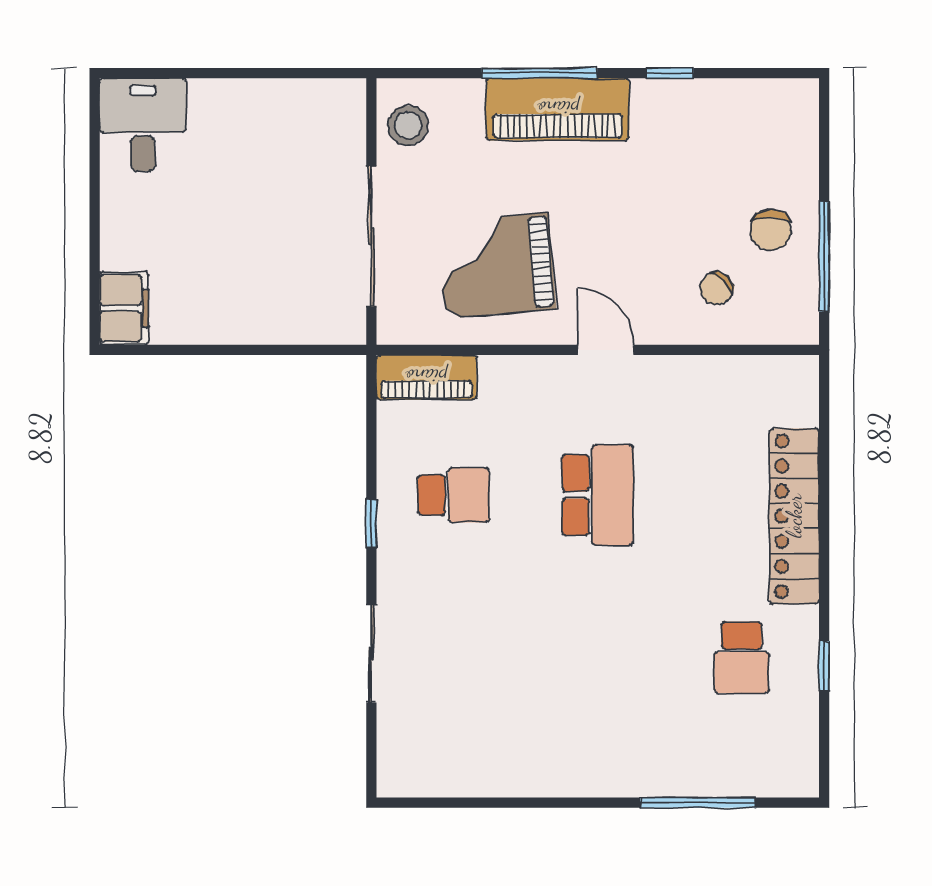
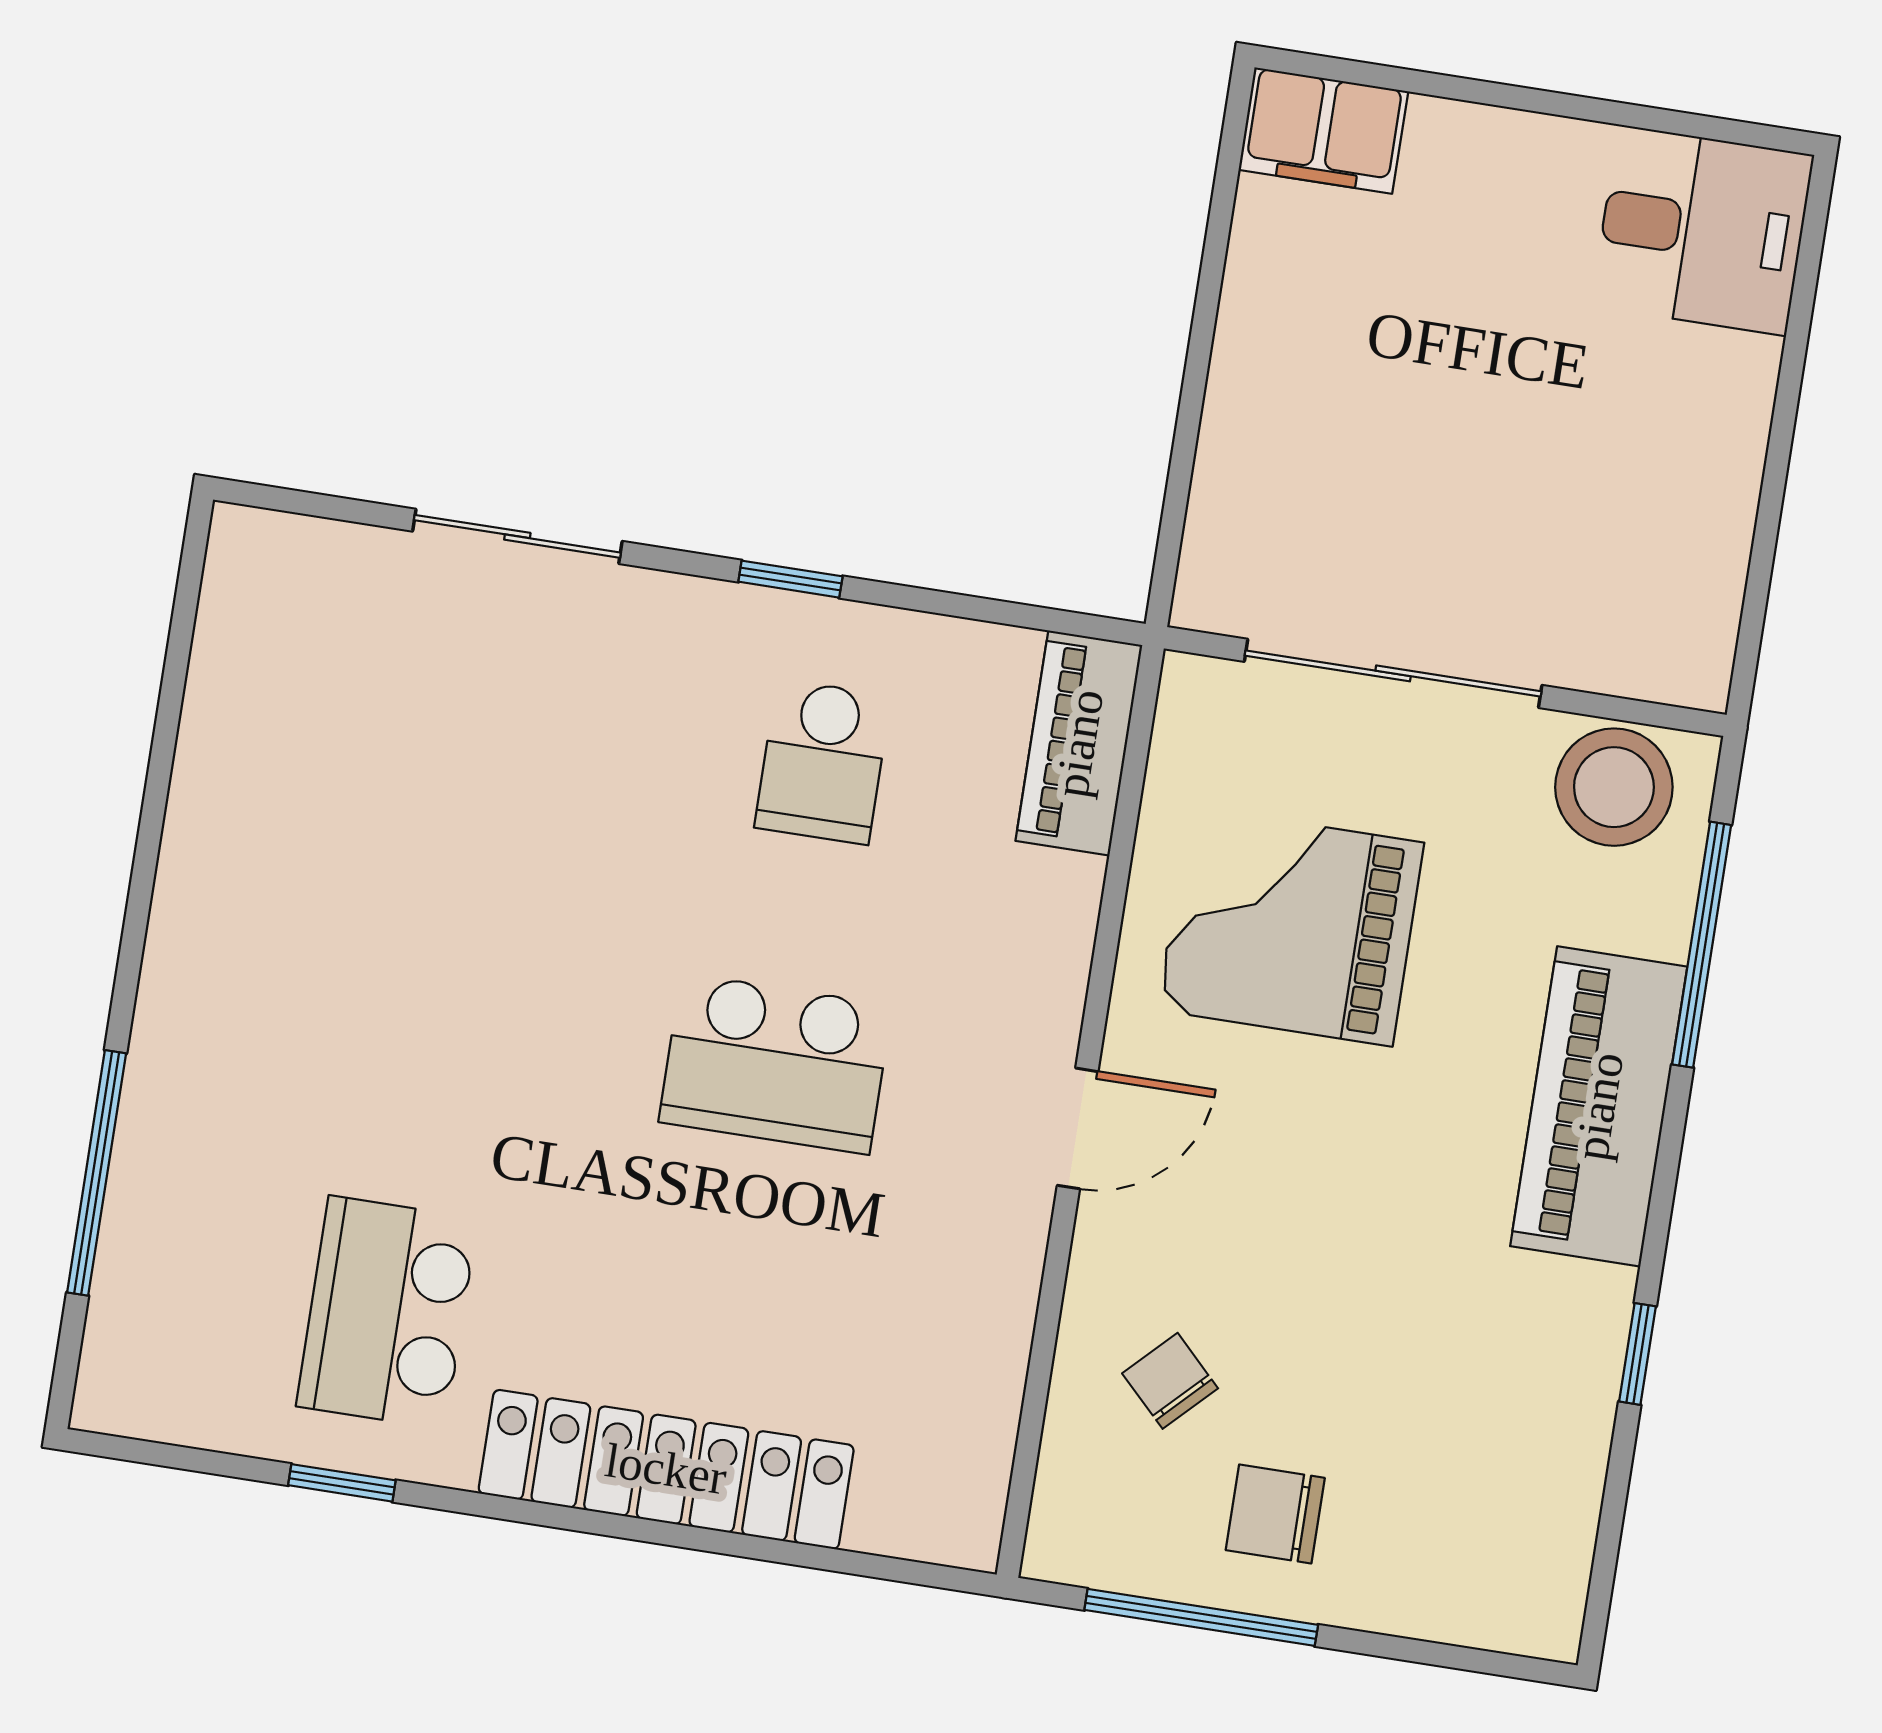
window: (539, 73) -> (1702, 945), moved
stool: (408, 125) -> (1614, 787), width x1.38, depth x1.38
grand piano: (496, 266) -> (1291, 926), turned -85
school desk: (742, 658) -> (387, 1312), width x1.85

